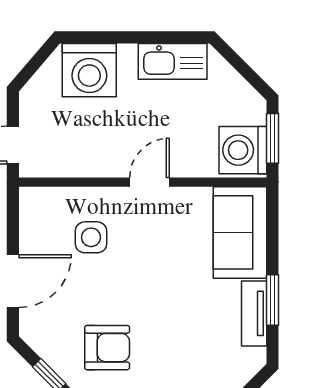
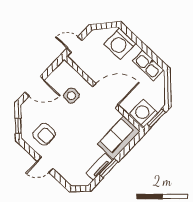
door: (149, 182) -> (106, 96), width x1.87

